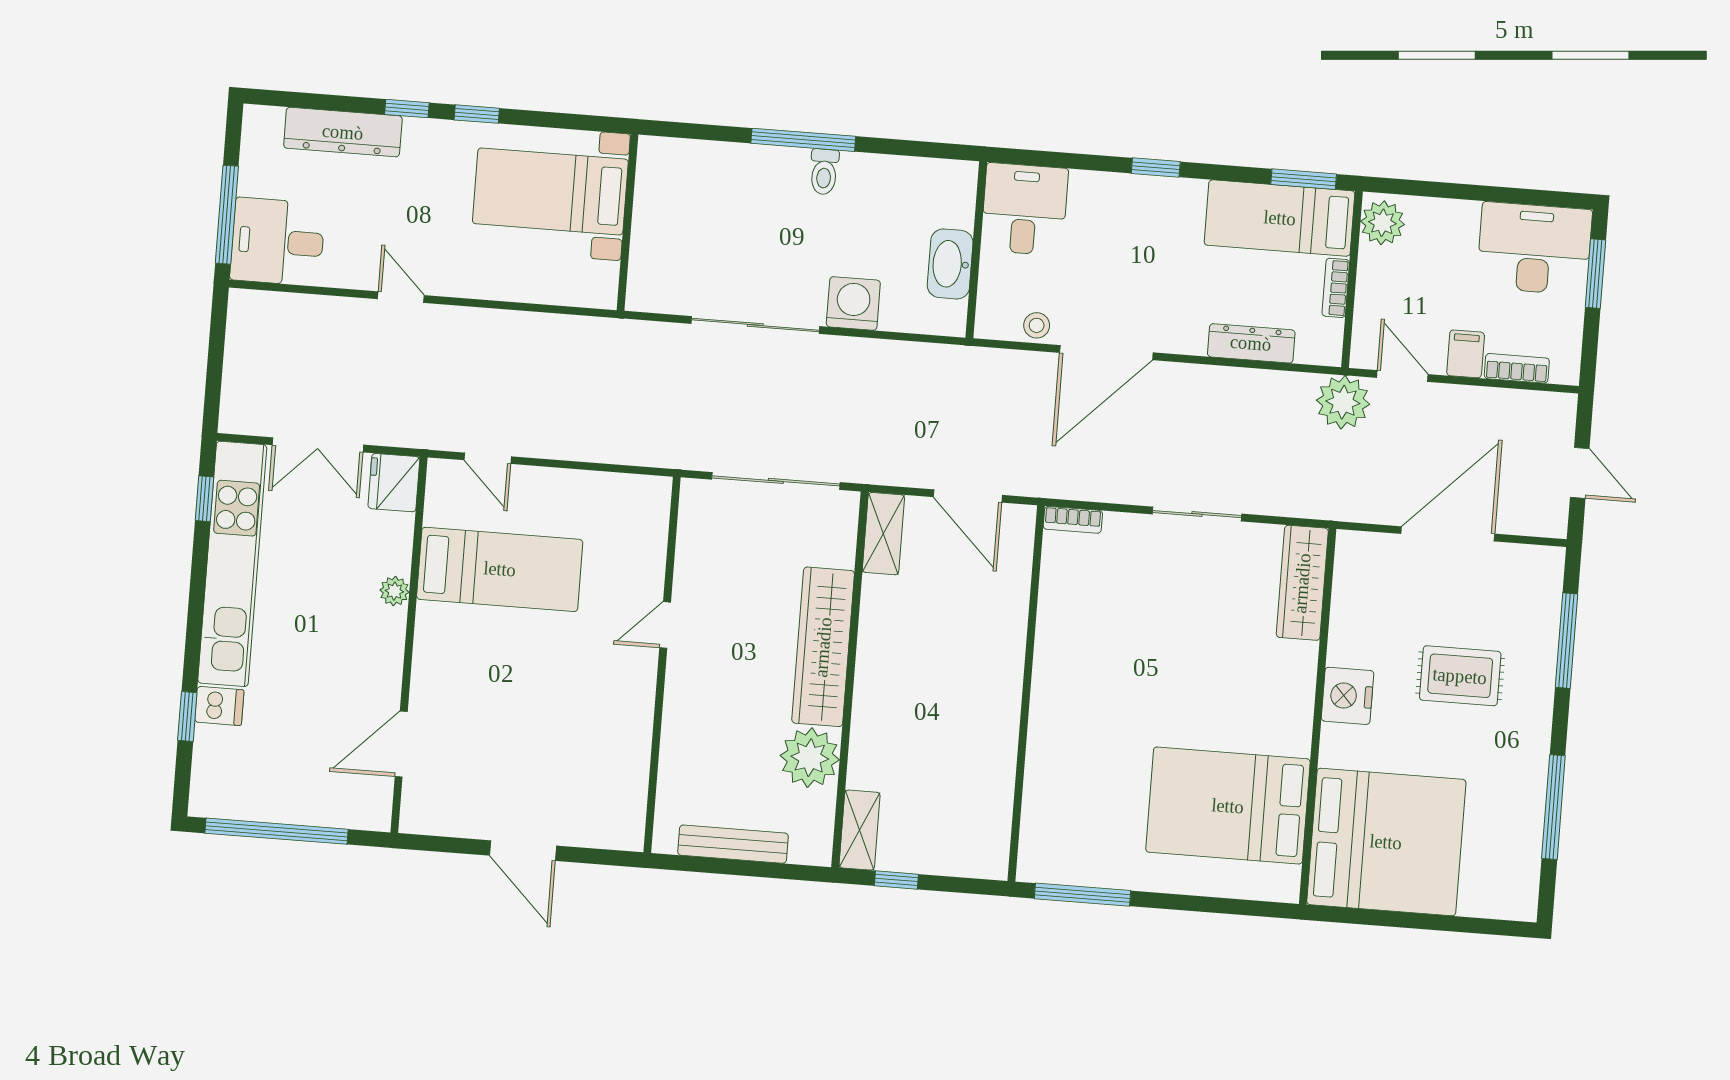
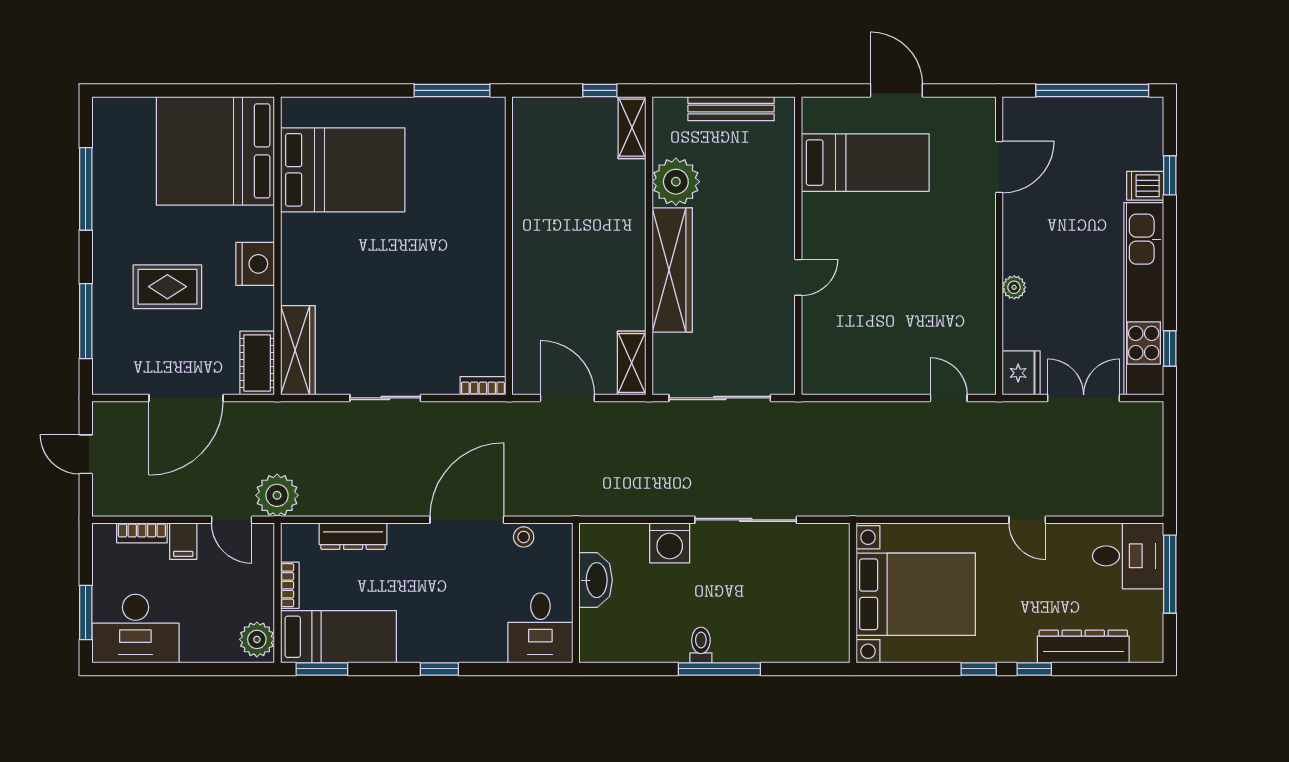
bed with nightstands: (550, 191) -> (916, 594), width x1.36
bed: (500, 569) -> (865, 163), moved, turned 180
cot: (1355, 571) -> (257, 363), added

